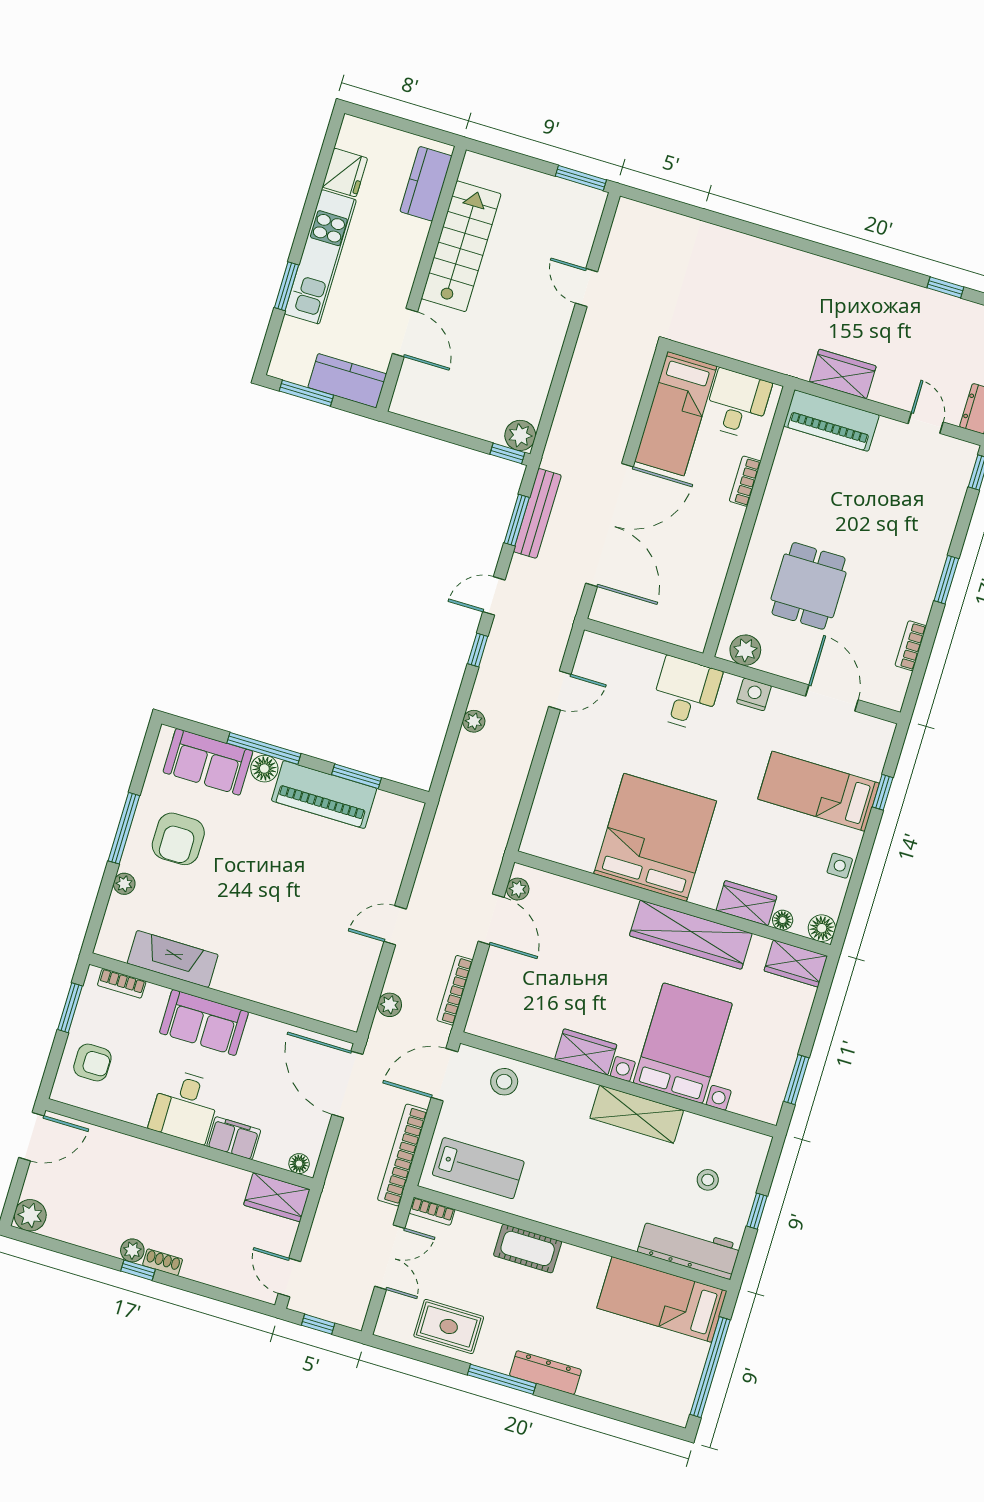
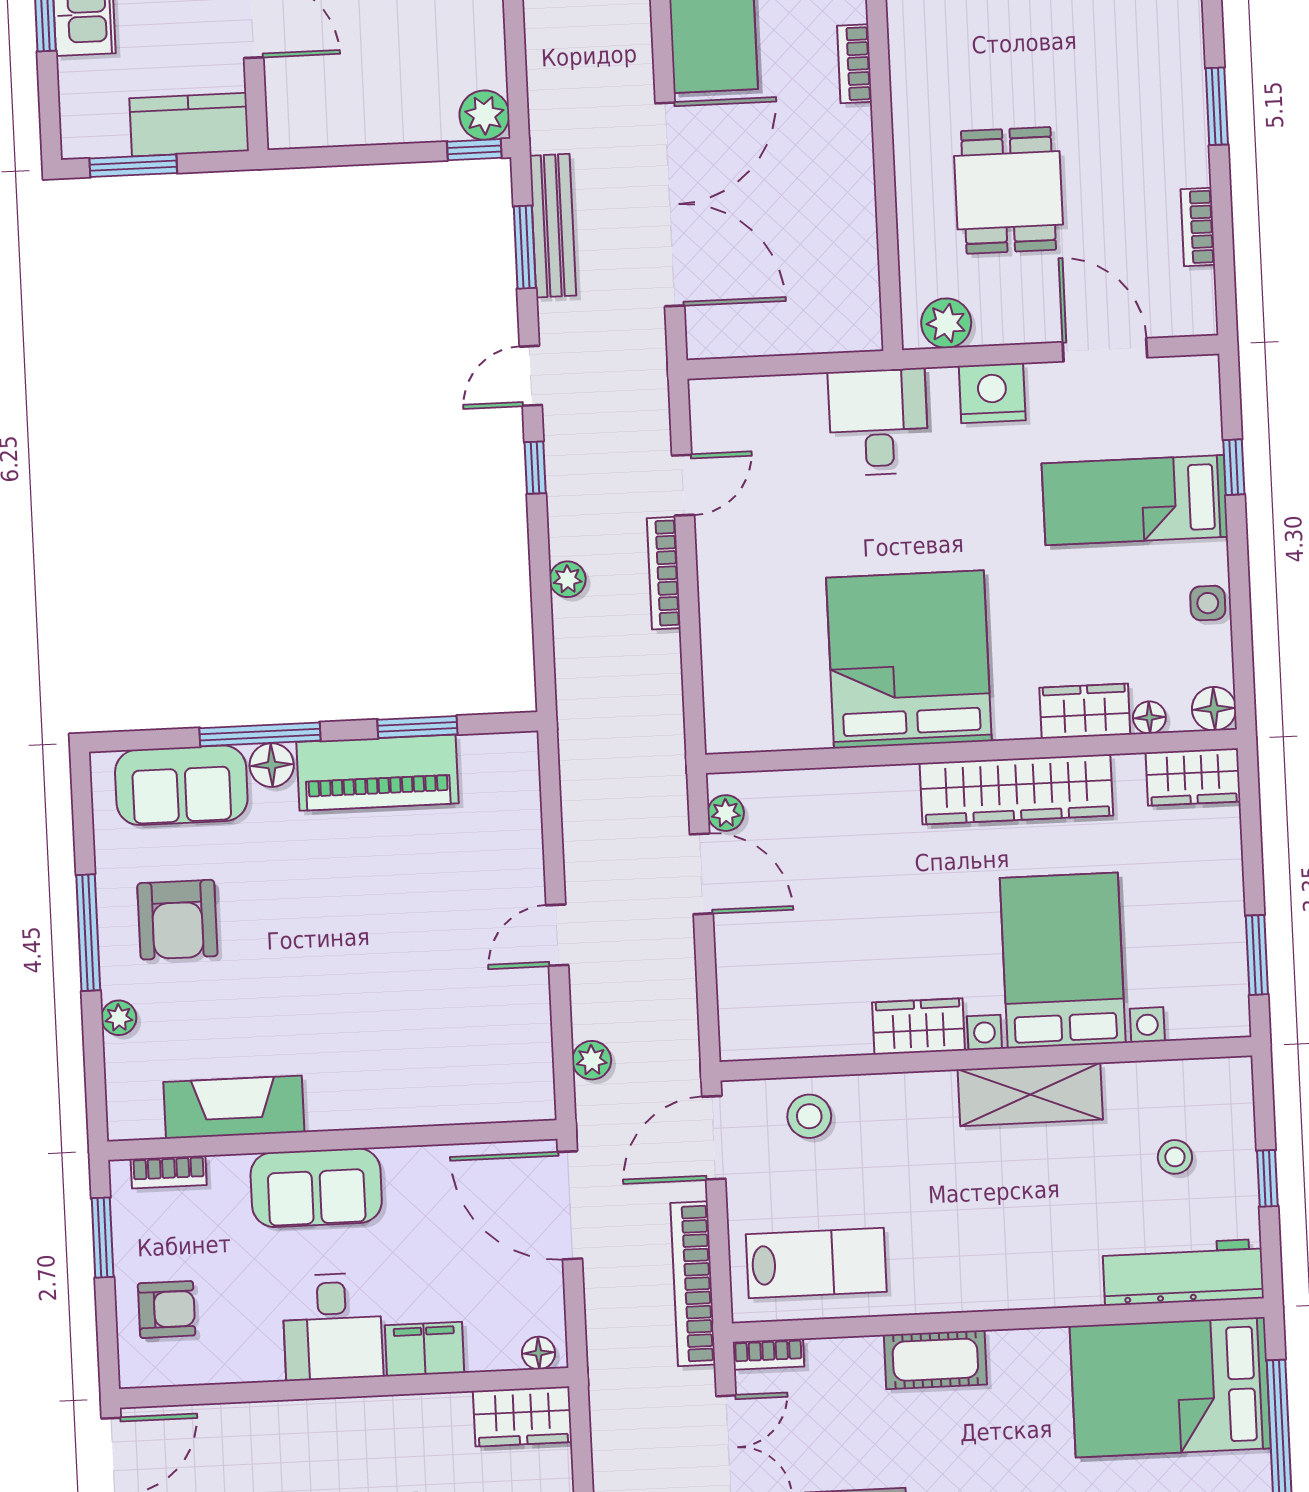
nightstand: (754, 694) -> (992, 393), width x1.36, depth x1.33
bookcase: (455, 990) -> (664, 573), moved
bed: (662, 1299) -> (1170, 1387), width x1.50

